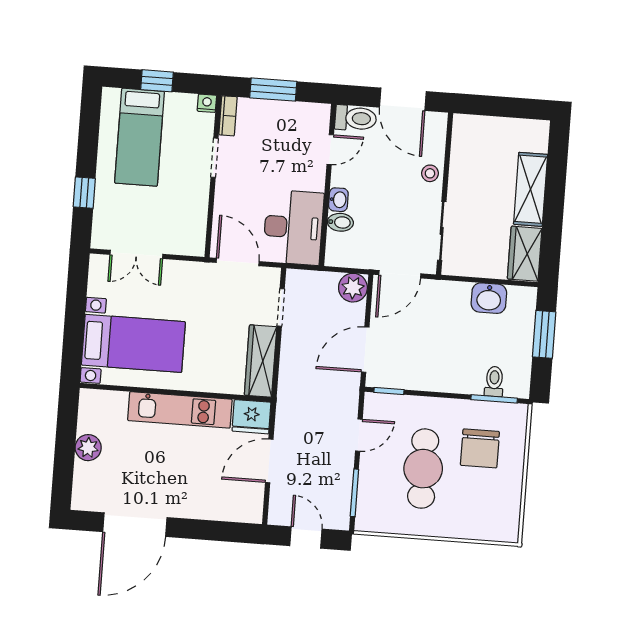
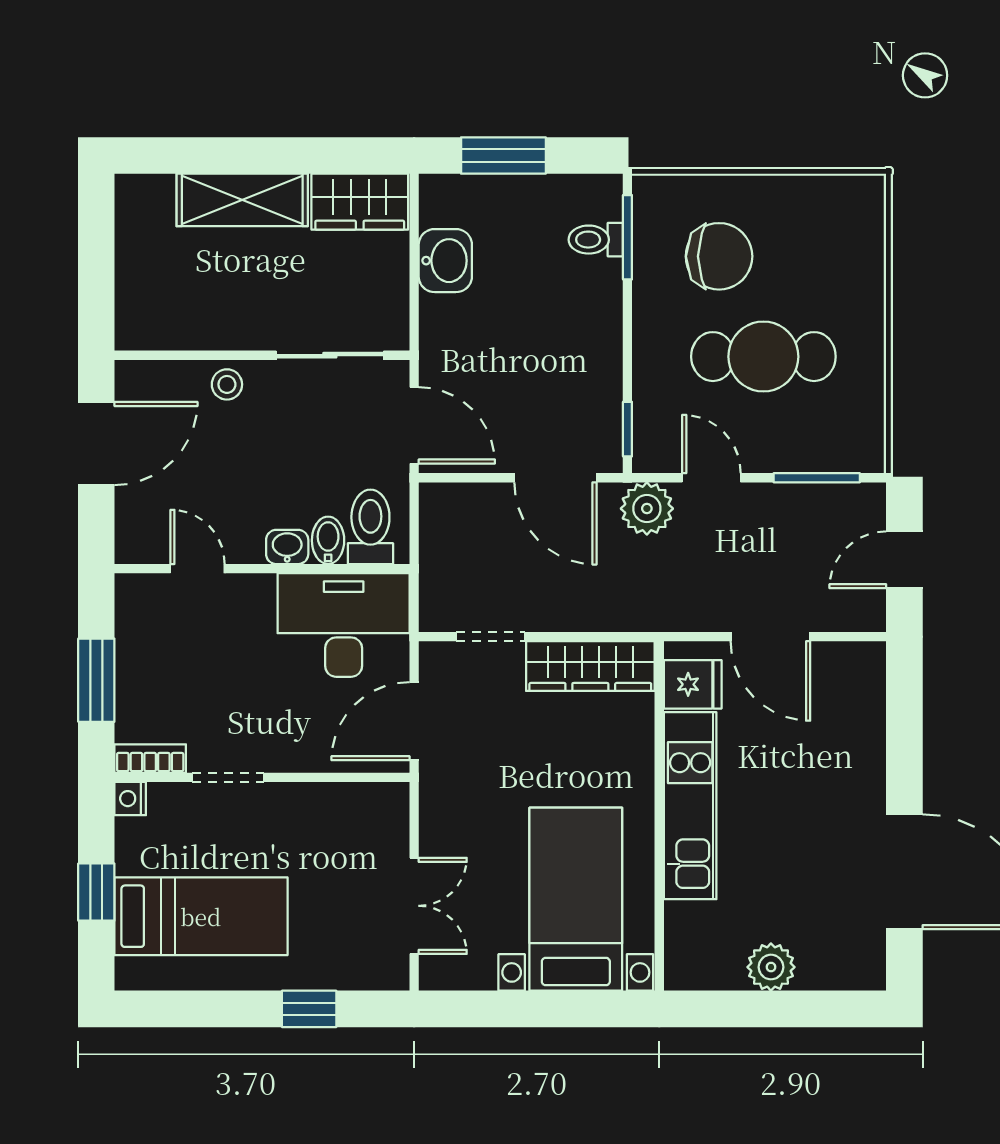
toilet: (356, 118) -> (370, 527), moved
plant: (353, 288) -> (647, 509), moved
fridge: (252, 417) -> (693, 684), width x0.72

